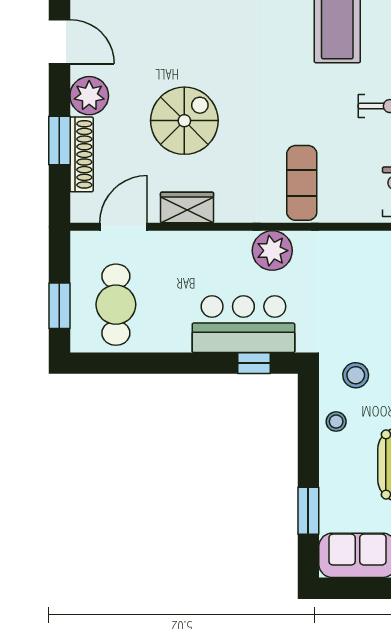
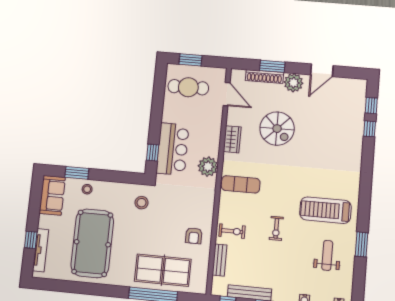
wardrobe: (187, 207) -> (232, 139), moved
stool: (336, 422) -> (87, 189), moved

